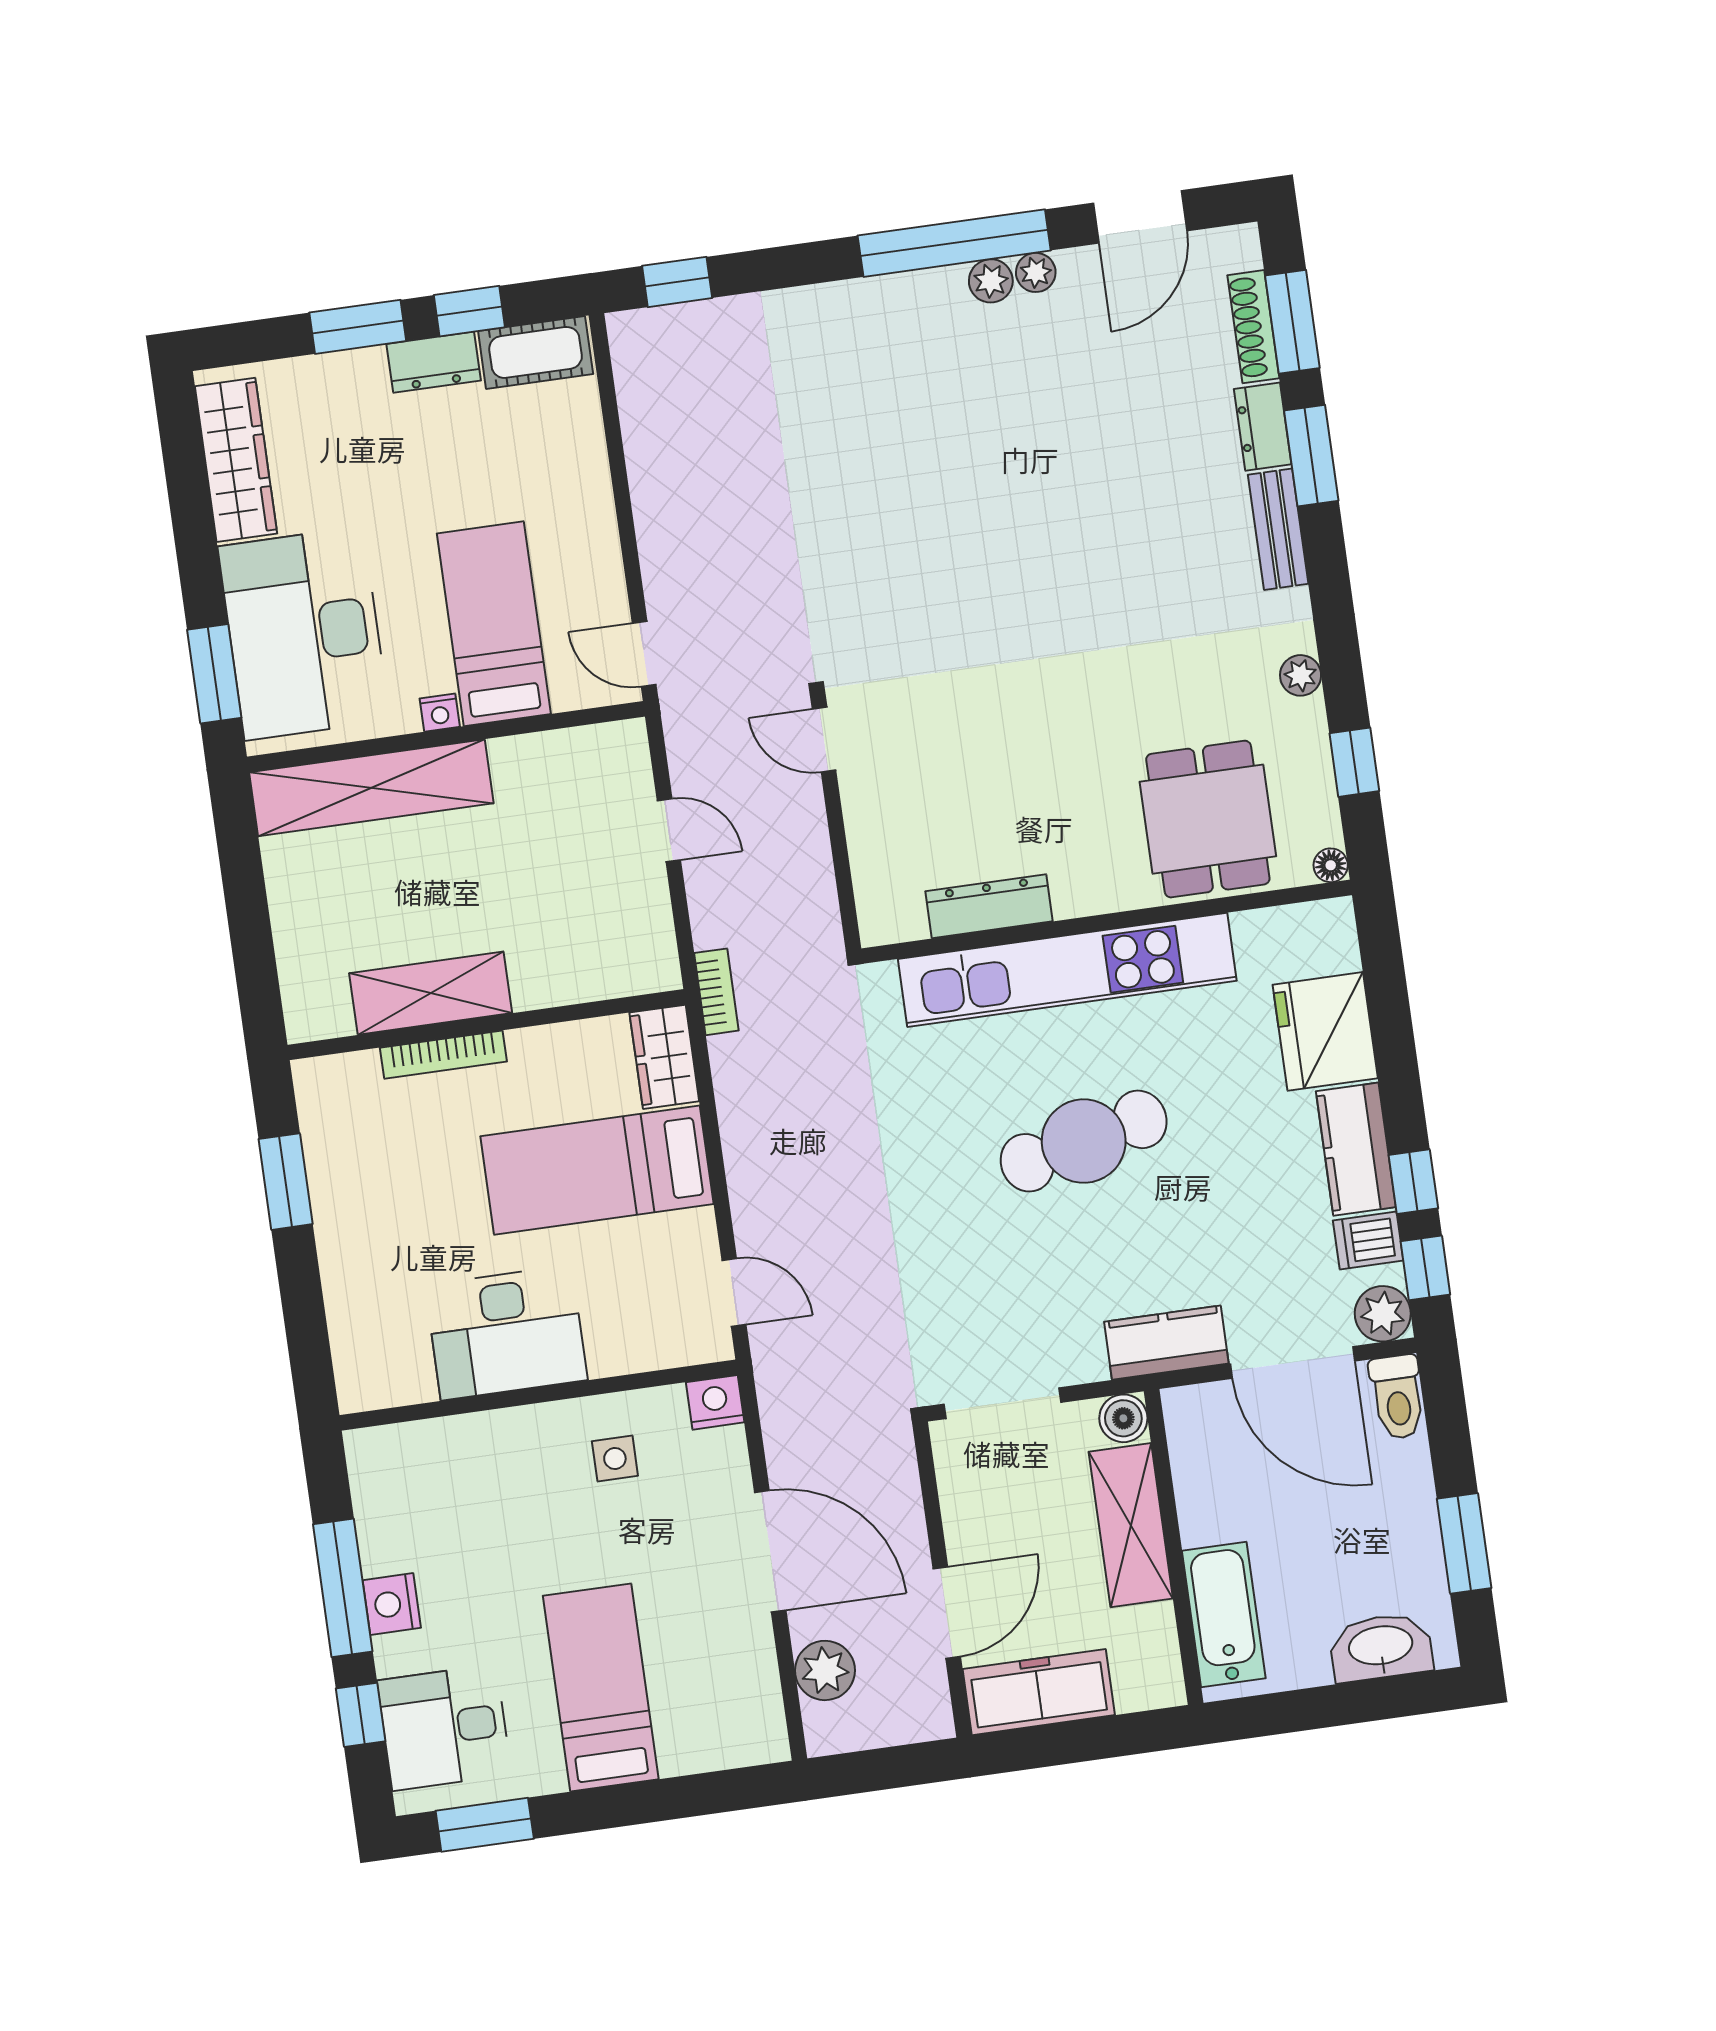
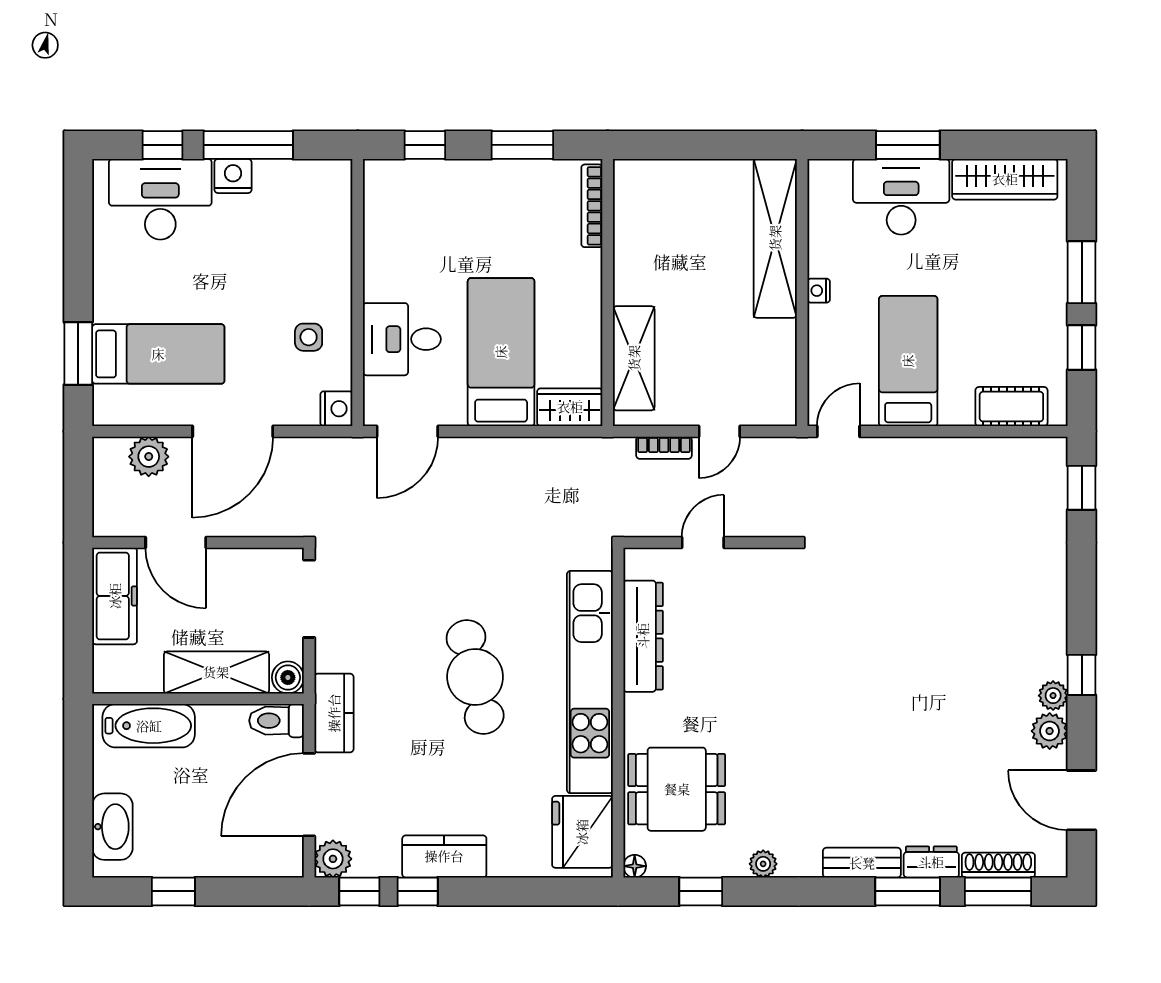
window: (954, 243) -> (1082, 675), width x0.32
plant: (1036, 272) -> (1050, 731), width x1.38, depth x1.38
cot: (536, 352) -> (1011, 407), moved, turned 90
dresser: (434, 362) -> (1051, 319), removed
bed: (494, 624) -> (908, 361), moved, turned -90
desk: (304, 633) -> (901, 197), width x0.73, depth x0.77
window: (214, 674) -> (908, 145), moved
door: (824, 740) -> (703, 542), moved
dresser: (989, 906) -> (643, 636), width x1.37, depth x1.24
bookcase: (716, 992) -> (664, 448), moved
shelving: (431, 993) -> (634, 358), moved
fridge: (1325, 1031) -> (582, 832), moved, turned -90
bookcase: (443, 1055) -> (592, 206), moved
dishwasher: (1368, 1240) -> (383, 856), removed
door: (734, 1292) -> (407, 431), width x1.38
window: (306, 1326) -> (425, 145), added
desk: (506, 1333) -> (402, 339), moved, width x0.73
toilet: (1397, 1397) -> (276, 721), moved
window: (1464, 1543) -> (173, 891), width x0.67
bed: (601, 1687) -> (158, 354), moved
desk: (444, 1728) -> (160, 199), width x1.37
window: (485, 1825) -> (78, 353), moved

